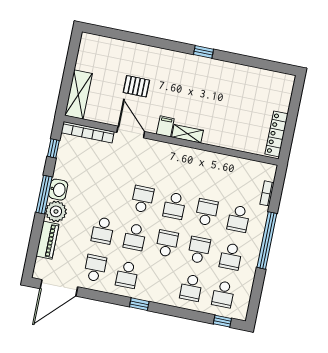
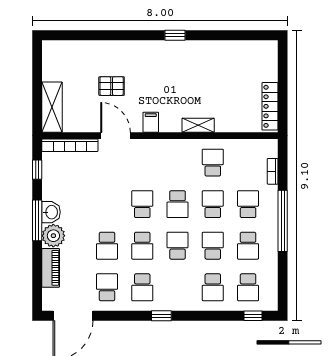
shelving: (187, 134) -> (198, 125), moved
school desk: (214, 174) -> (213, 163), added
school desk: (239, 219) -> (248, 204), turned 180

